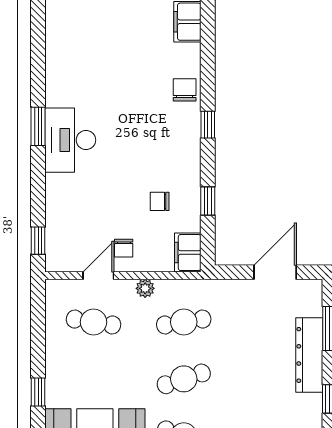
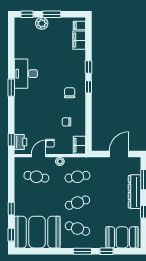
chair: (185, 90) -> (70, 93), moved
desk: (70, 140) -> (26, 74), moved
window: (208, 201) -> (88, 67), moved
printer: (59, 246) -> (21, 142), added

